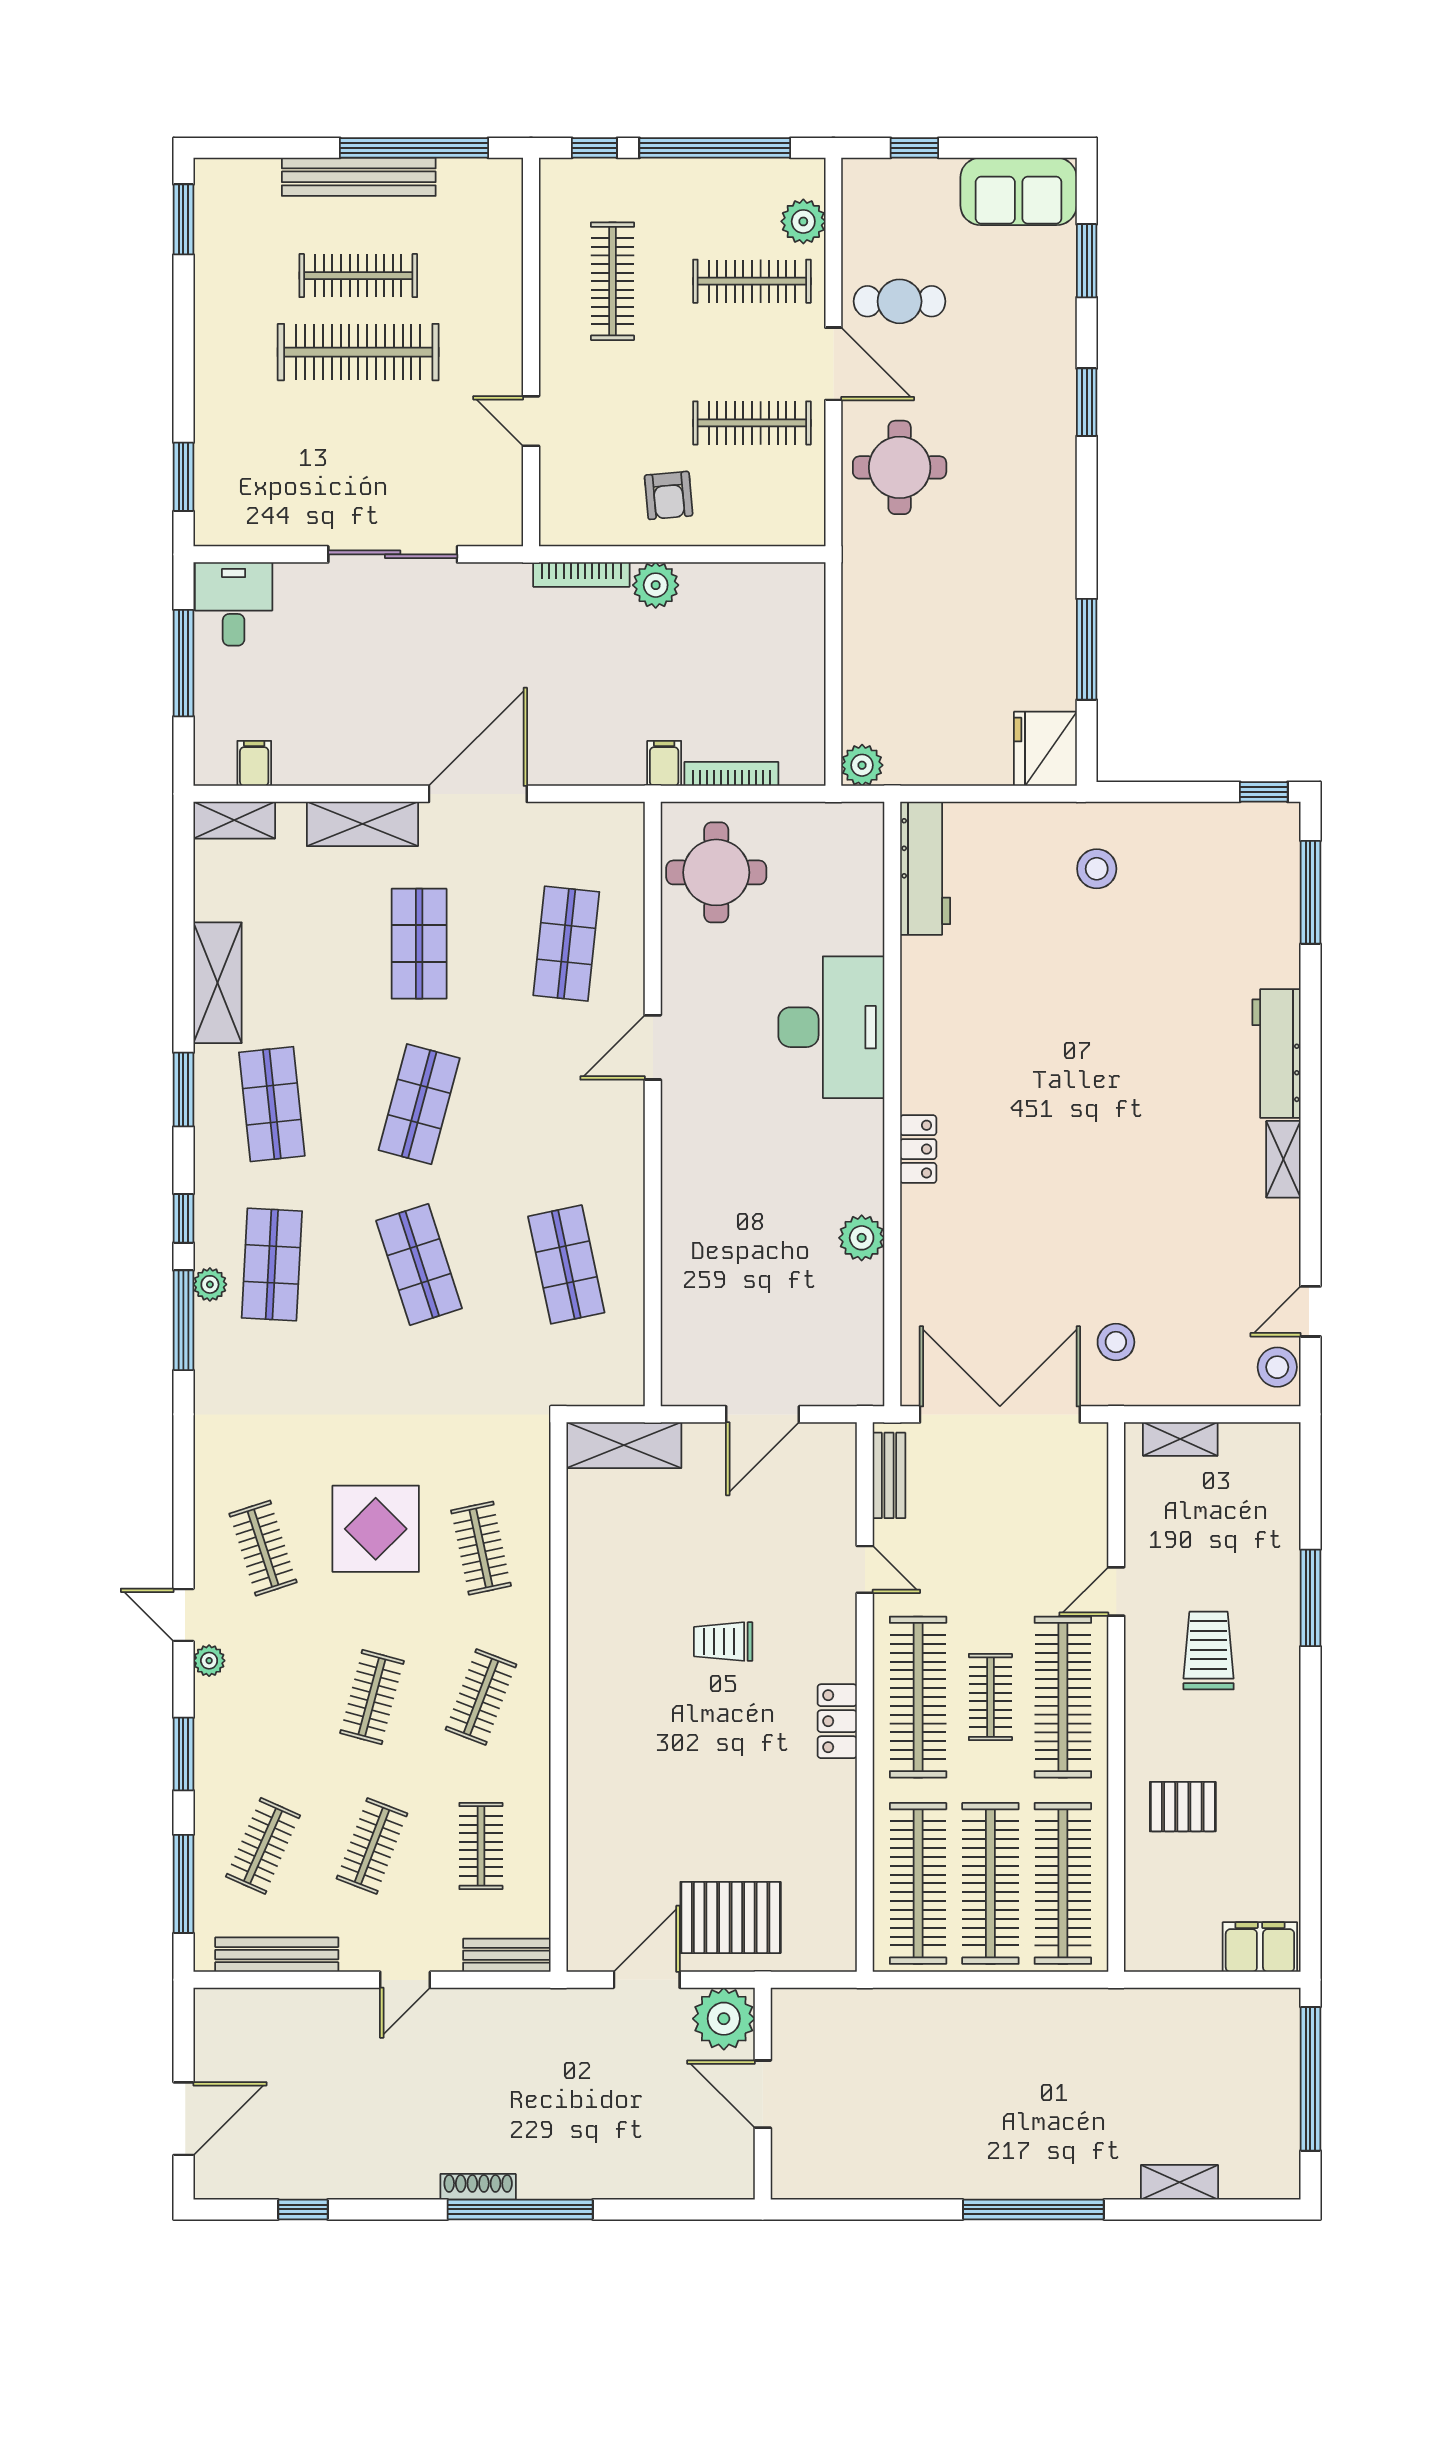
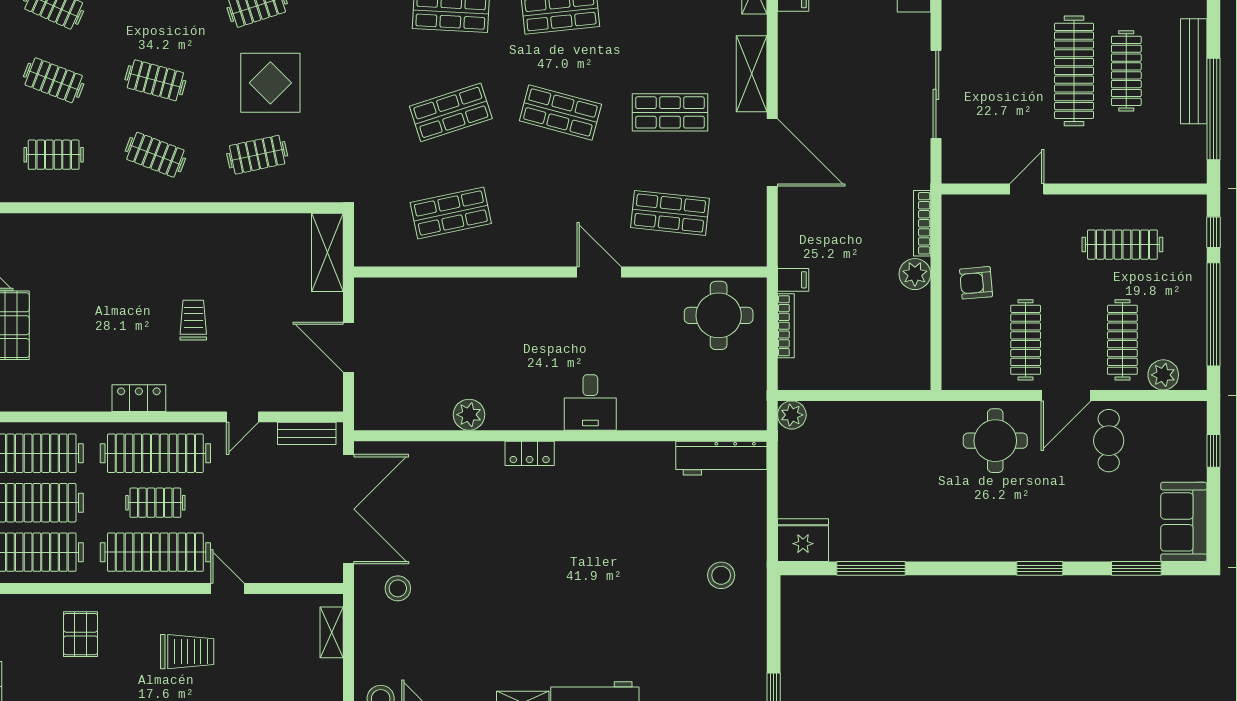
desk: (831, 1027) -> (590, 402), width x0.53, depth x0.77

